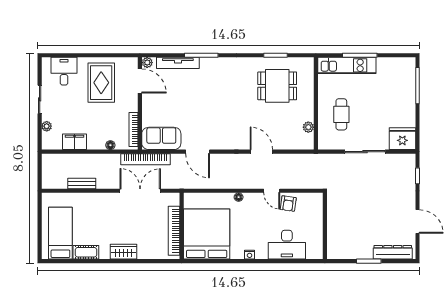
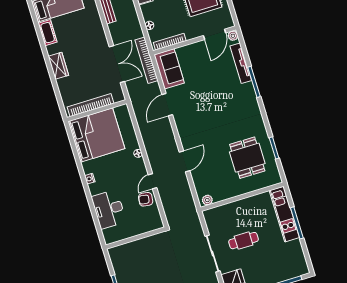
cafe table: (341, 114) -> (244, 241), moved
plant: (308, 127) -> (207, 200), moved

